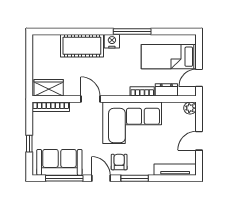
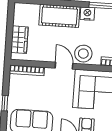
stool: (110, 85) -> (83, 54), added
wardrobe: (49, 88) -> (19, 40), moved, turned 90

